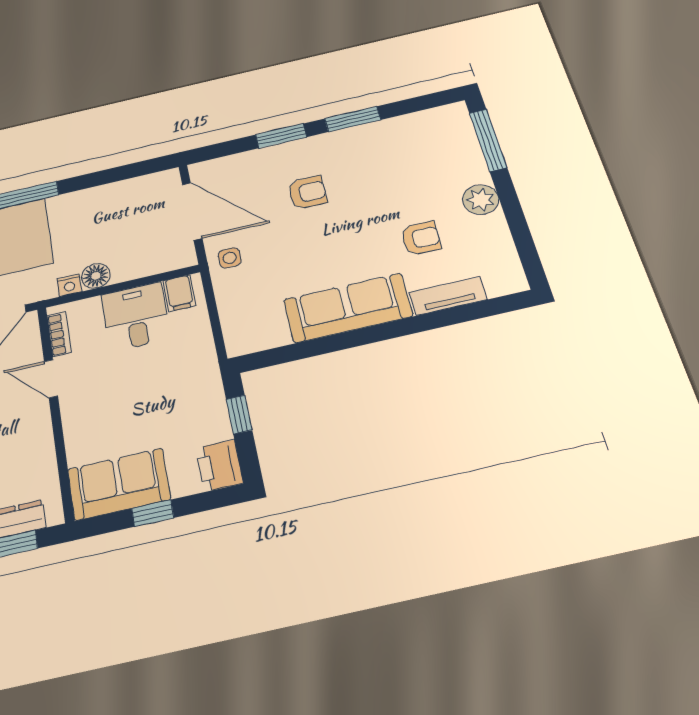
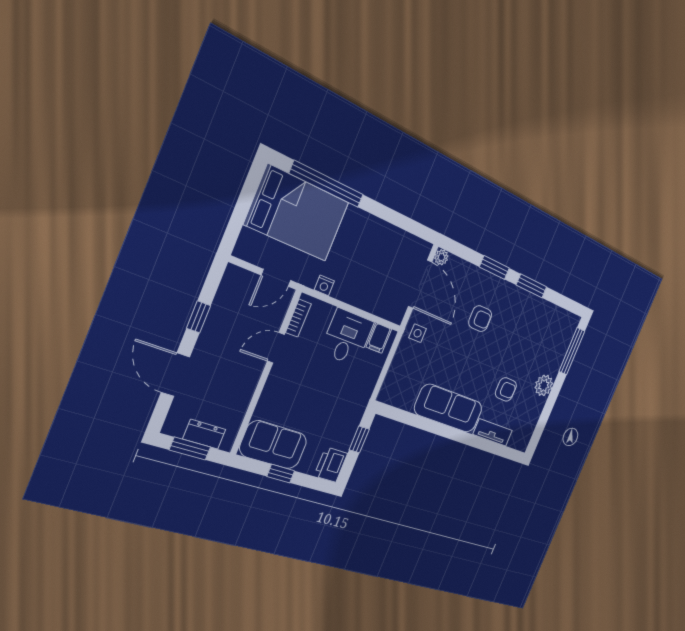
plant: (199, 171) -> (441, 257), added
floor lamp: (96, 276) -> (343, 290), removed
door: (51, 379) -> (276, 348), hinge flipped

